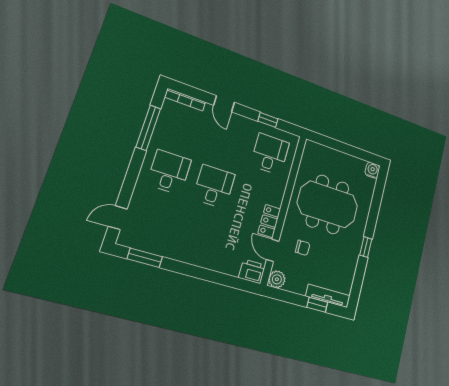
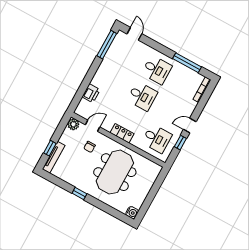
door: (224, 104) -> (190, 126), moved
locker: (269, 221) -> (122, 133), moved
window: (145, 258) -> (107, 45), width x1.44
printer: (252, 271) -> (91, 93), moved

